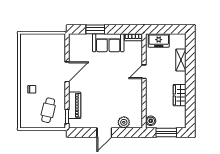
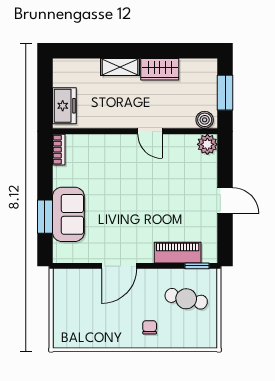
sofa: (108, 43) -> (68, 214), moved
shelving: (181, 60) -> (120, 67), moved
door: (67, 72) -> (119, 266), swing flipped
door: (144, 72) -> (150, 131), moved
plant: (124, 122) -> (207, 144), moved

